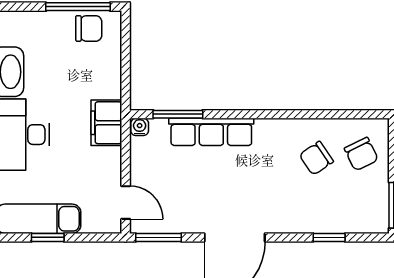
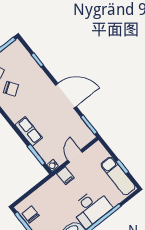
filing cabinet: (106, 123) -> (65, 176), width x0.50
row of seats: (211, 132) -> (29, 131), width x0.68
door: (126, 203) -> (75, 156), moved

